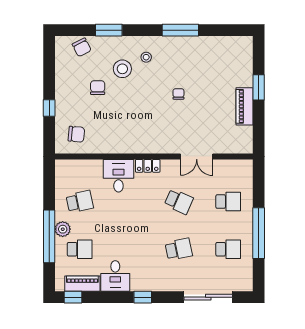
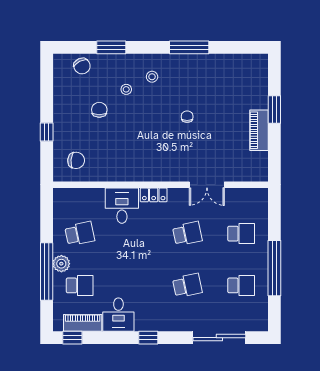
stool: (122, 69) -> (126, 89), width x0.53, depth x0.53
school desk: (179, 202) -> (187, 234), turned -36

